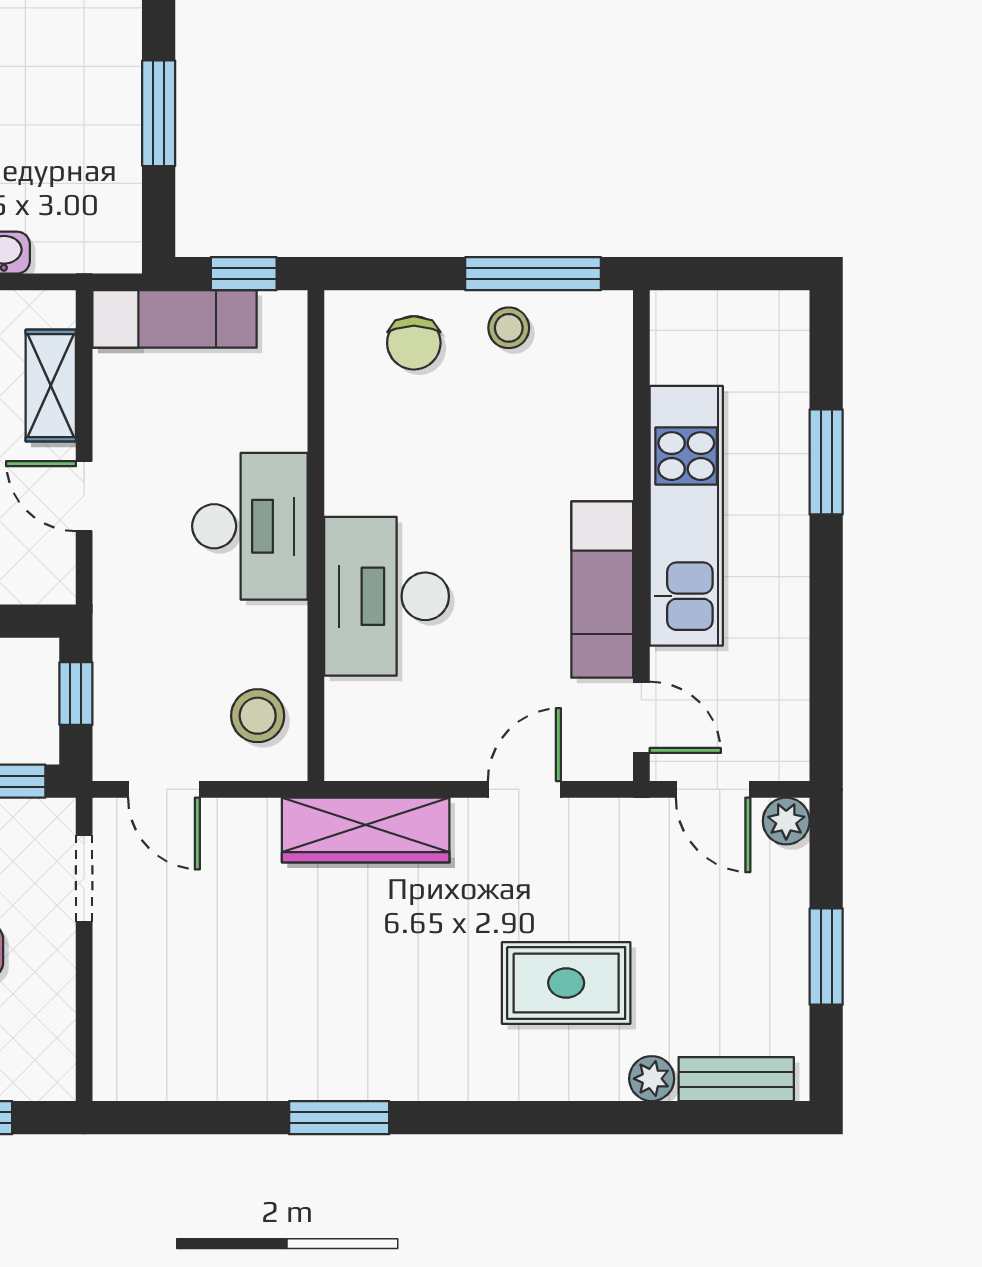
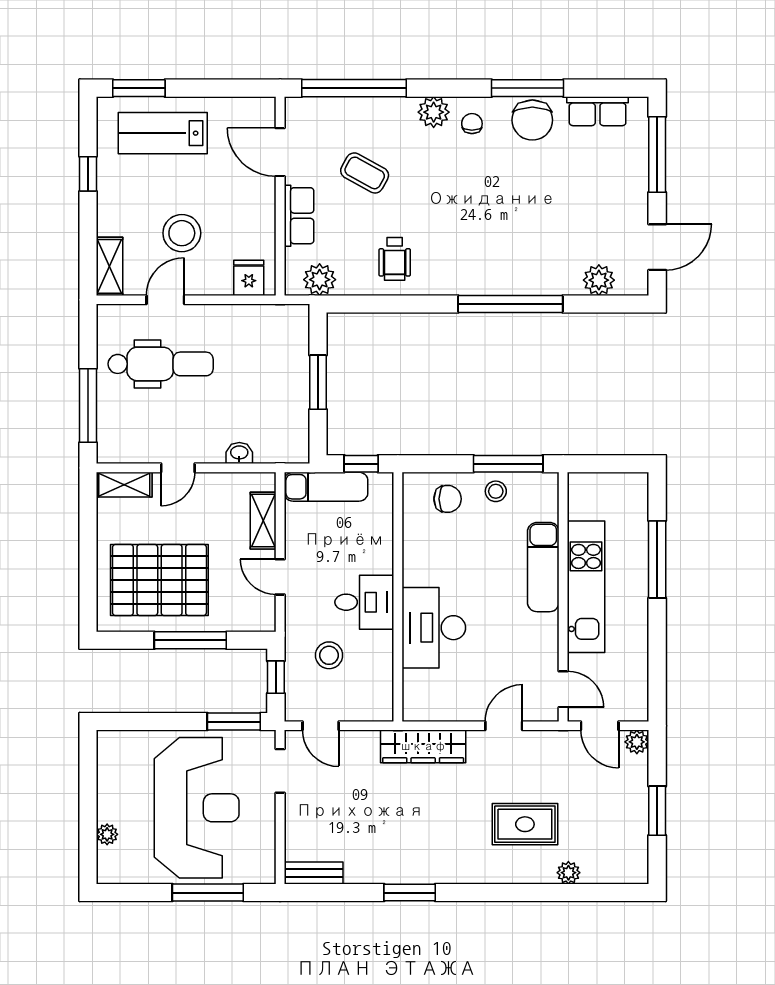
chair: (414, 343) -> (448, 499), turned -90
window: (826, 462) -> (657, 559), width x1.44
desk: (250, 526) -> (364, 602), width x0.73
exam couch: (602, 590) -> (543, 567), moved
stool: (258, 716) -> (329, 655), moved
bench: (736, 1079) -> (314, 873), moved

